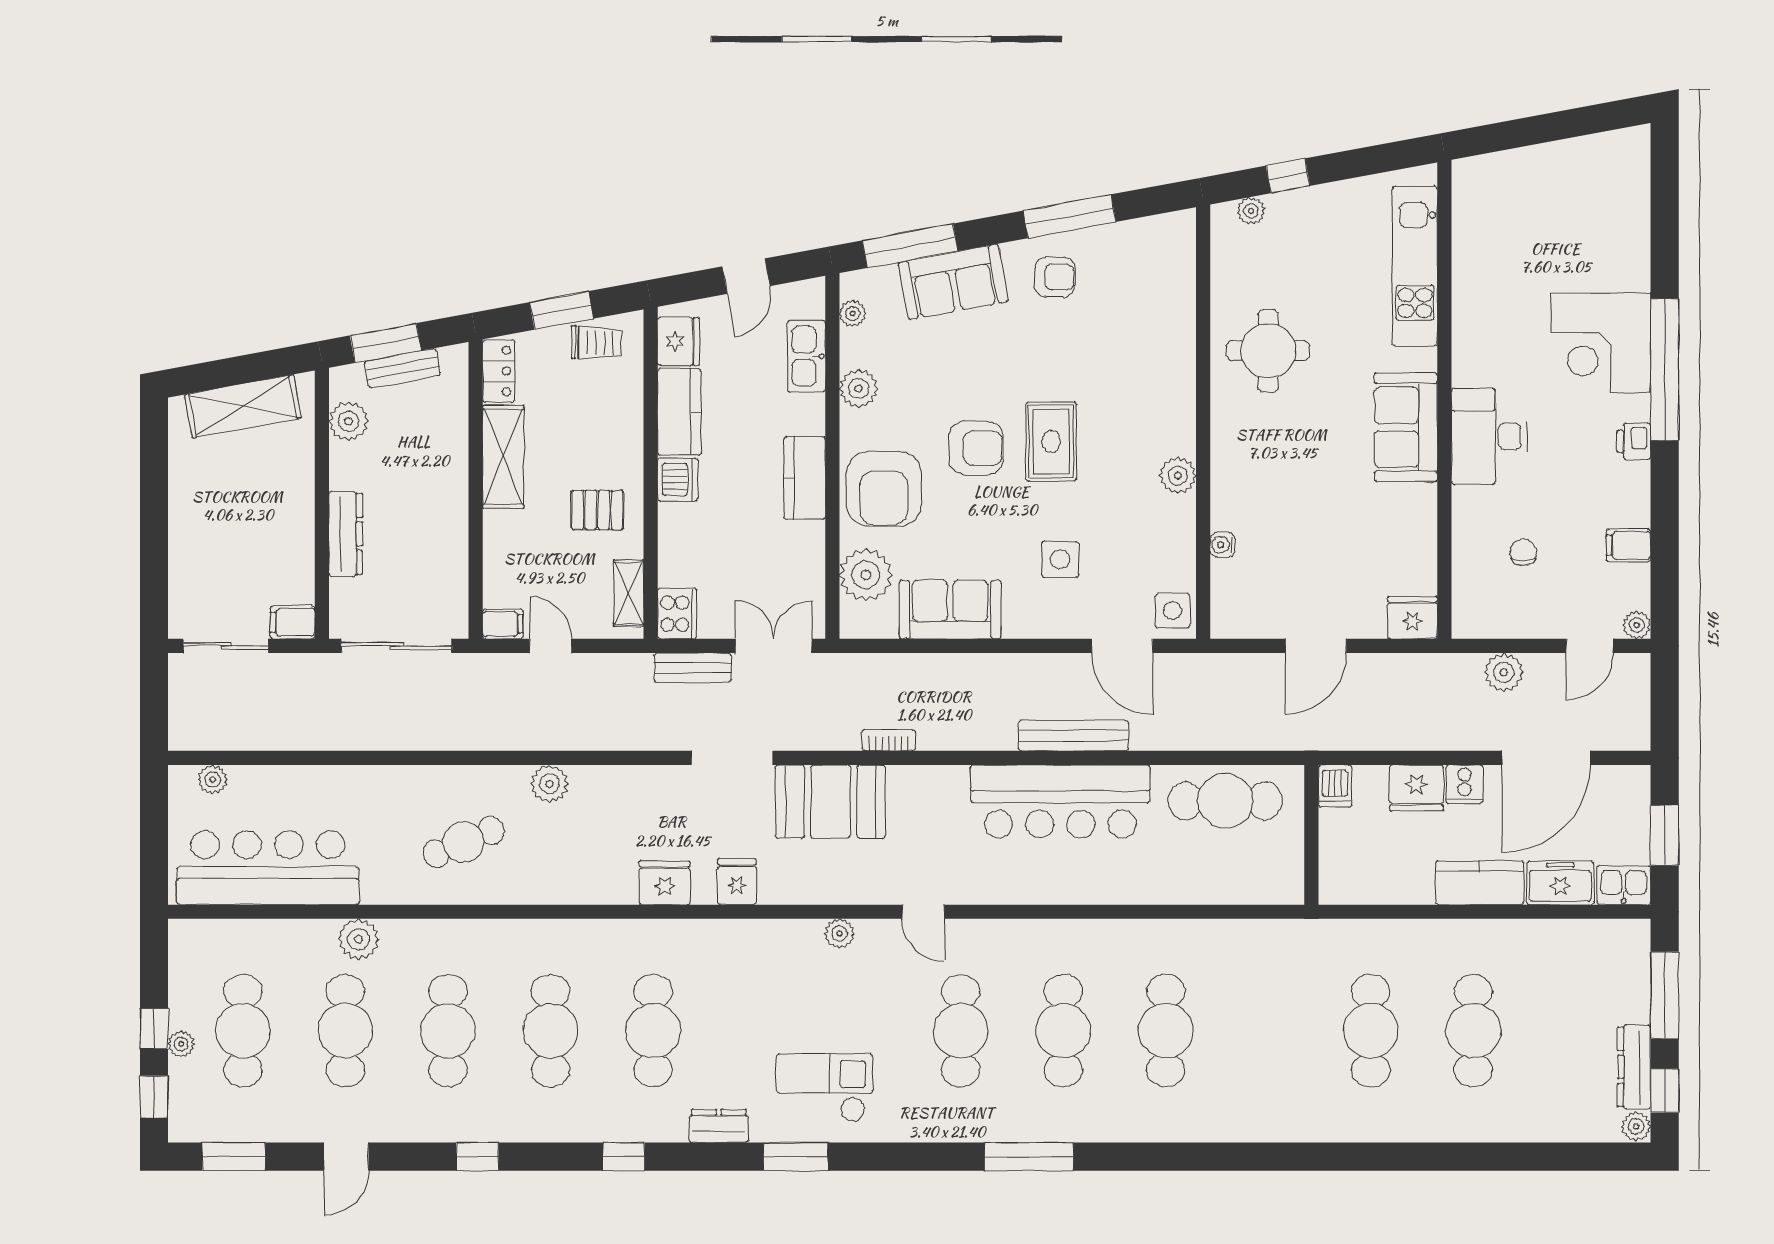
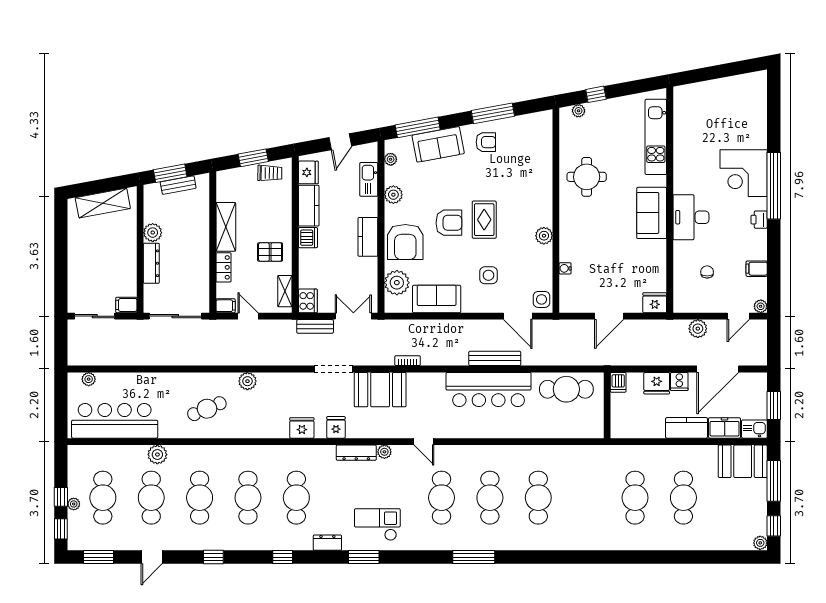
locker: (499, 371) -> (223, 267), moved
plant: (348, 421) -> (153, 233), moved
booth: (1599, 953) -> (743, 461), added
dresser: (1634, 1067) -> (356, 453), moved, turned -90

